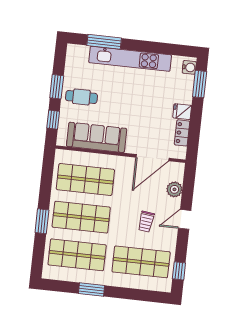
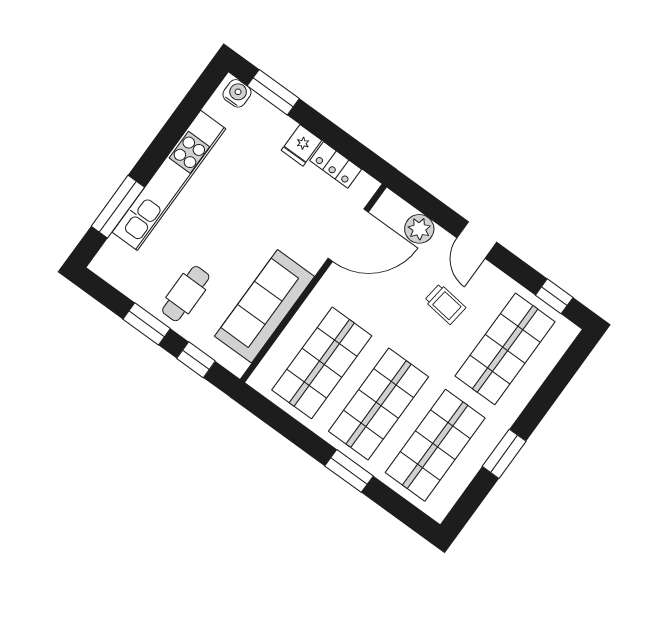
door: (152, 158) -> (348, 235), hinge flipped

